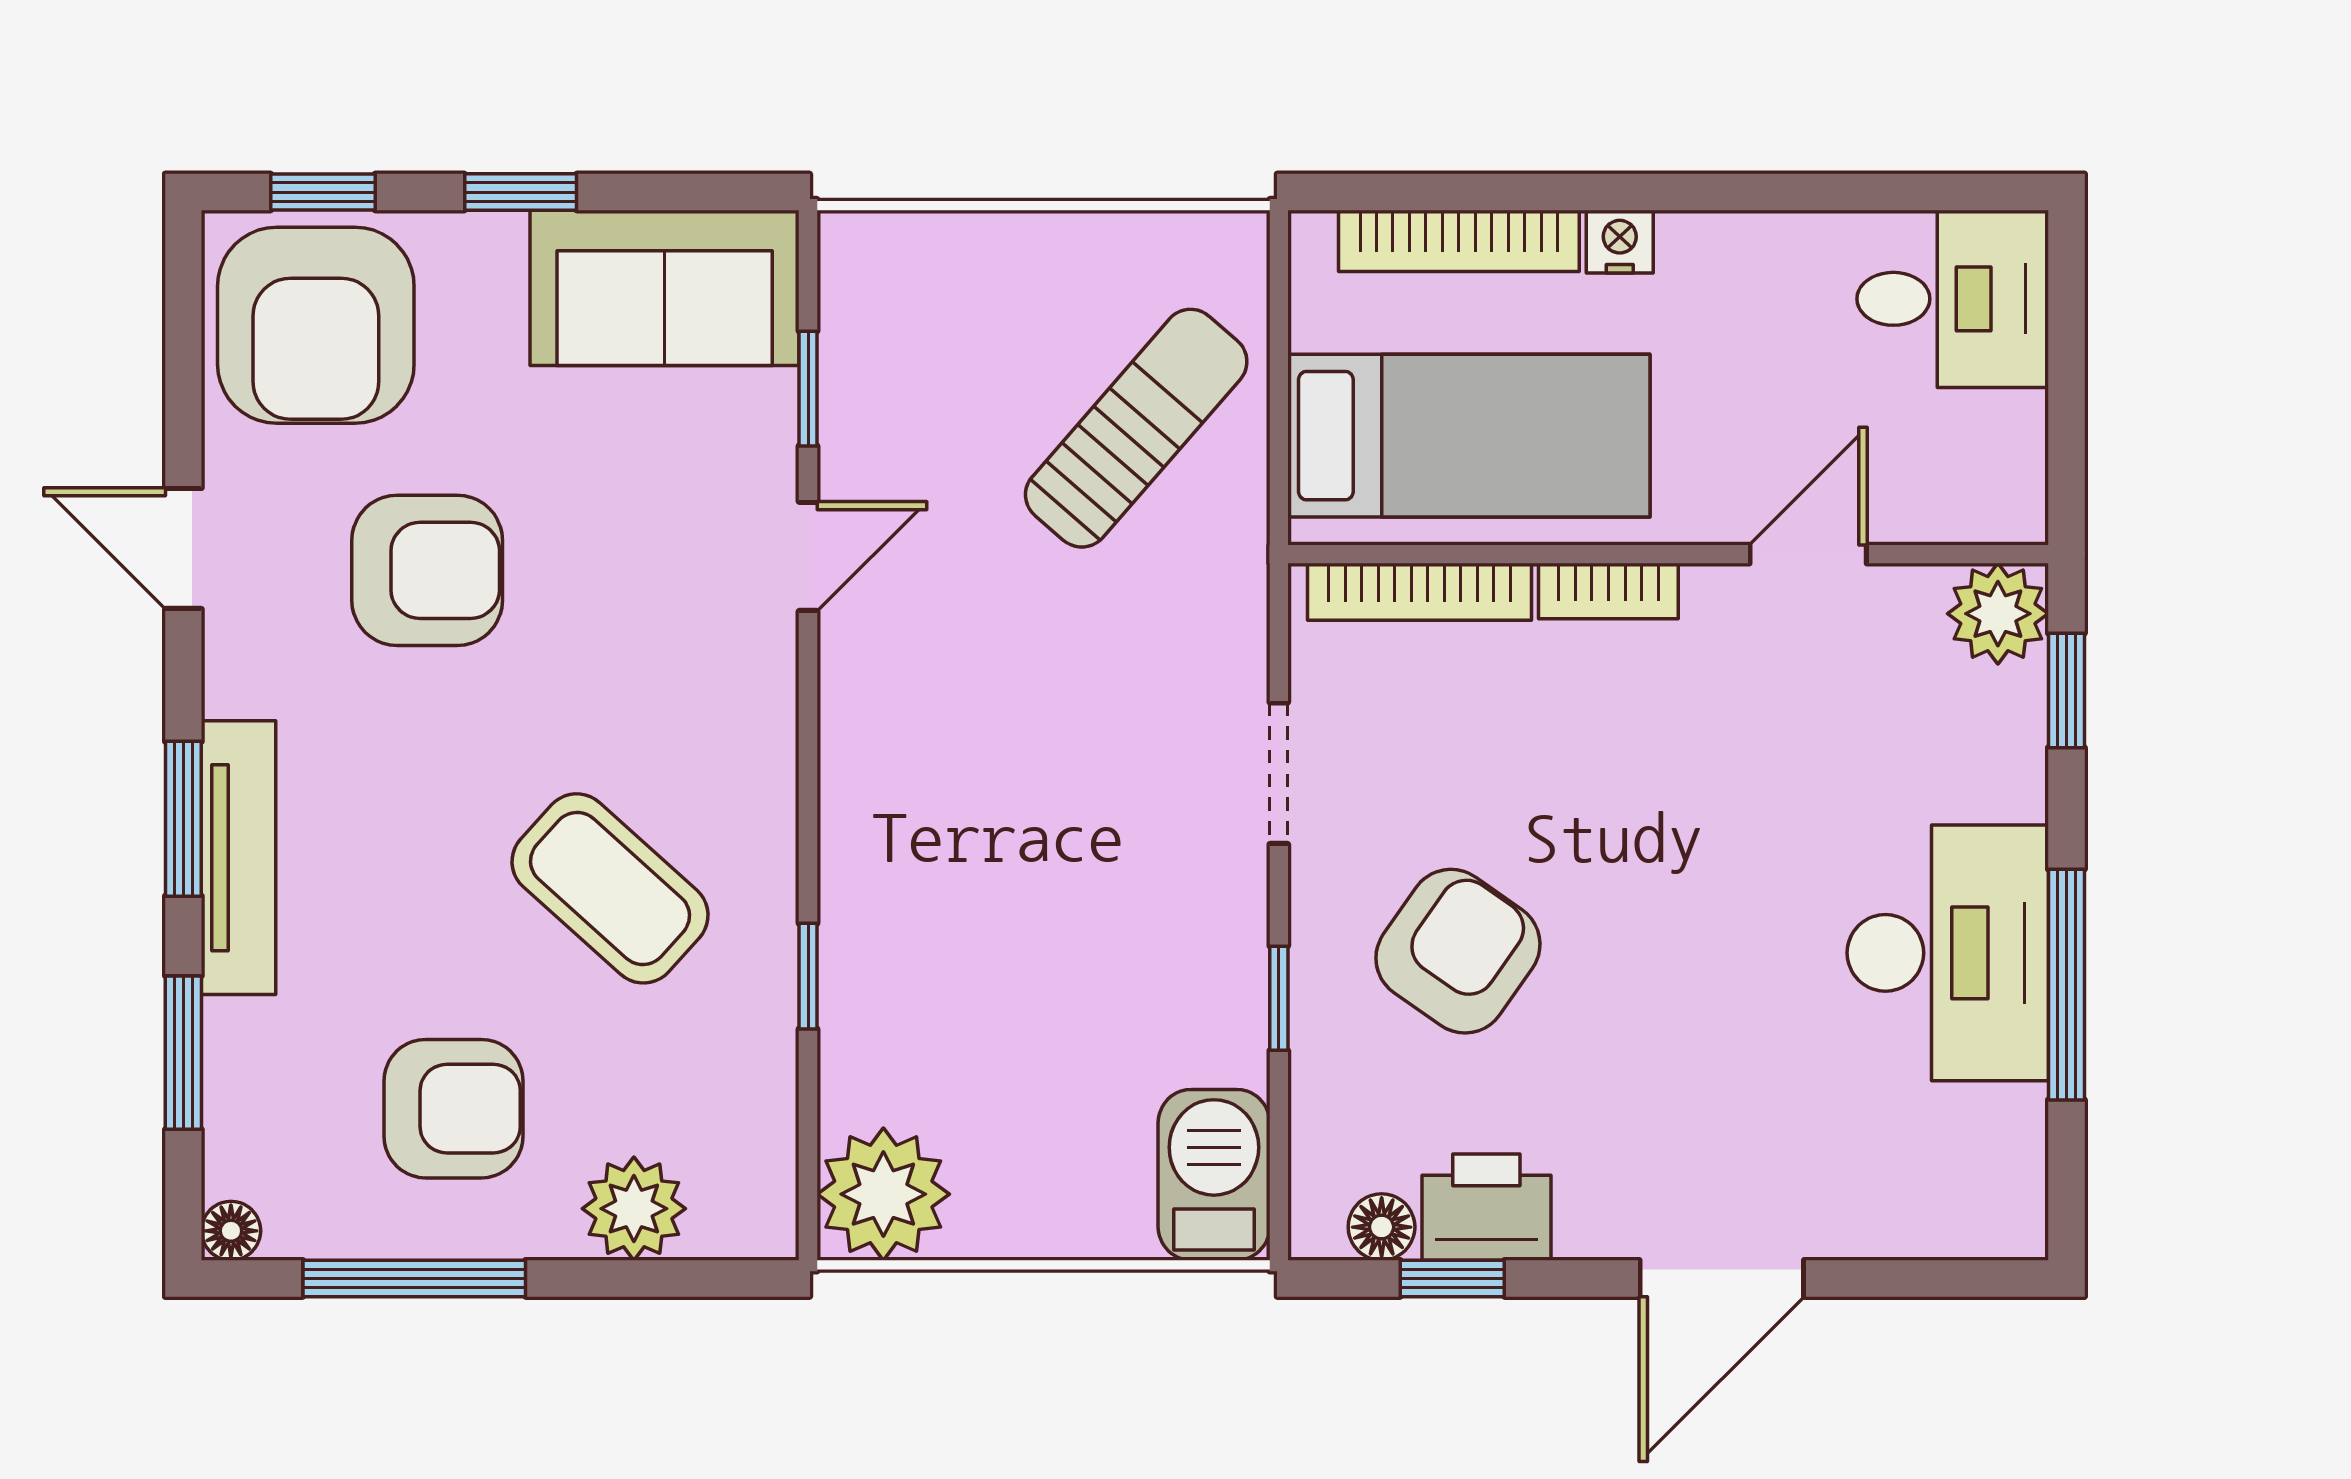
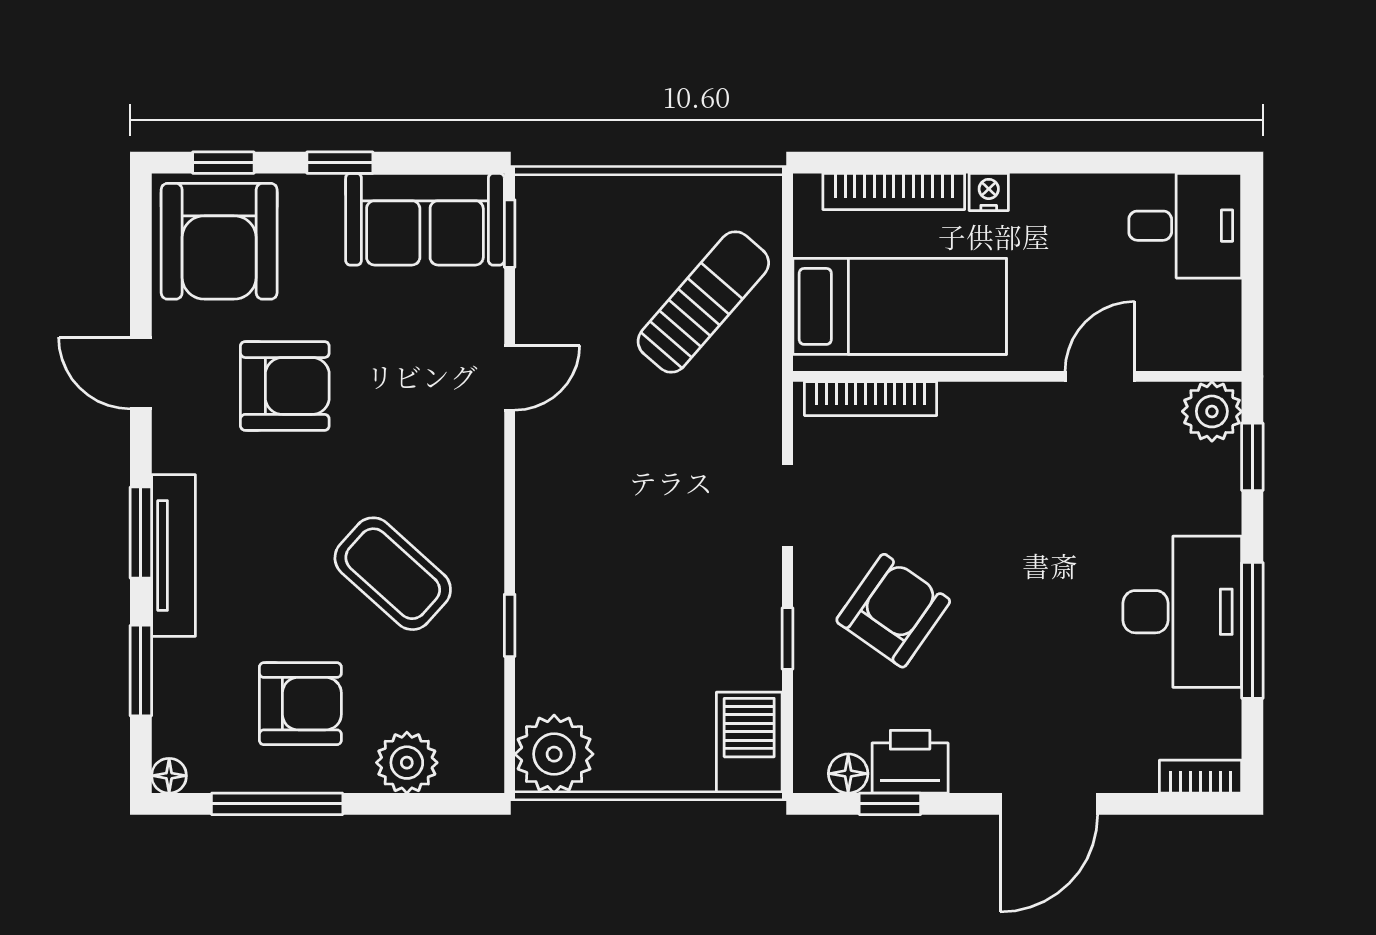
window: (808, 389) -> (510, 234), moved
bookcase: (1608, 591) -> (1201, 777), moved, turned 180

